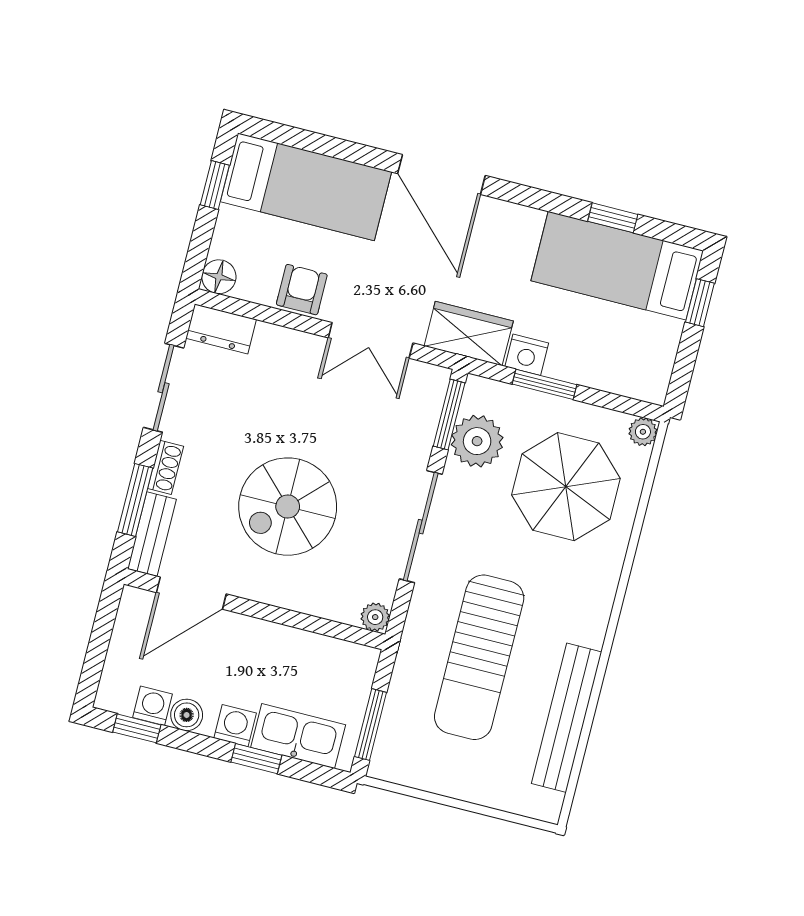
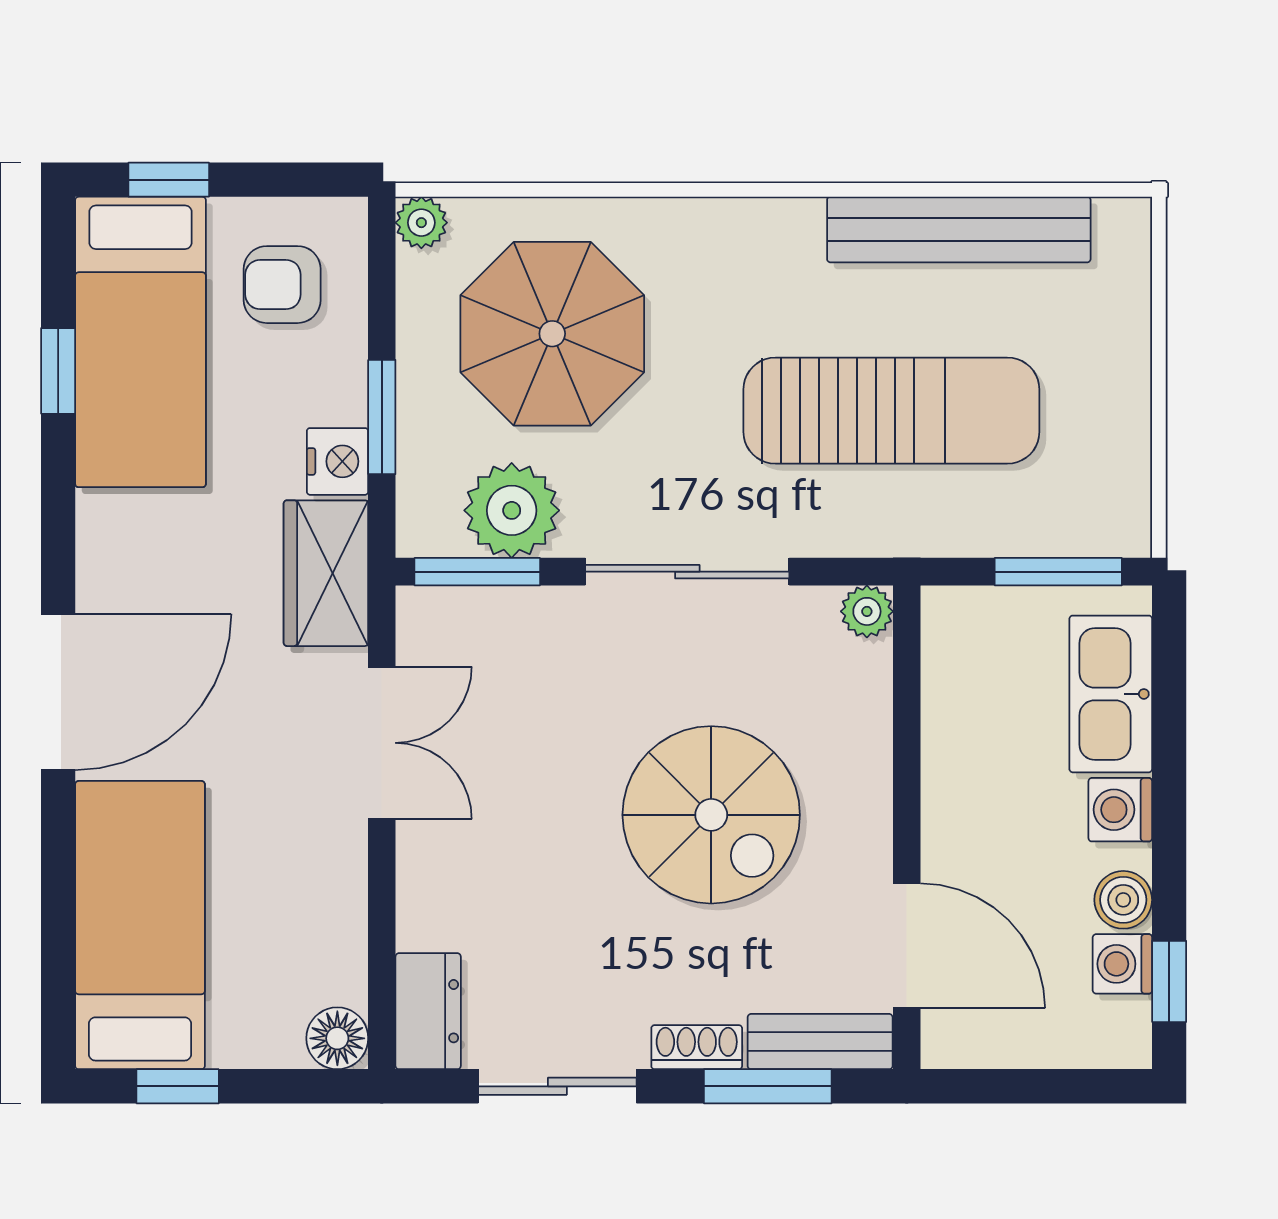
armchair: (302, 290) -> (282, 285), moved
window: (256, 759) -> (1169, 758), removed

